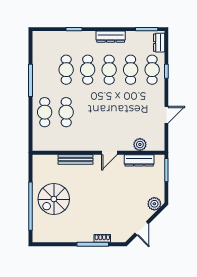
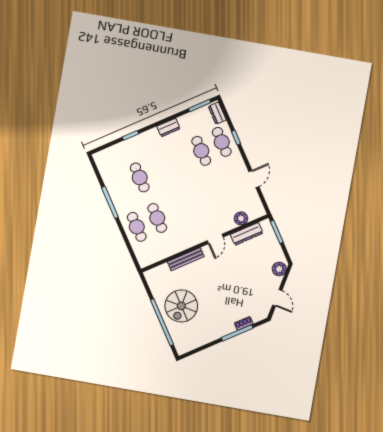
dresser: (111, 37) -> (168, 127), width x0.70
cafe table: (88, 70) -> (160, 169), removed
cafe table: (109, 70) -> (181, 160), removed

